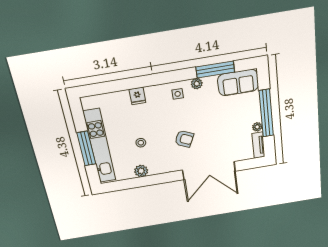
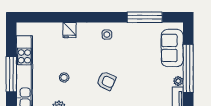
sofa: (238, 83) -> (172, 48), moved, turned 90
plant: (197, 84) -> (126, 28), removed

